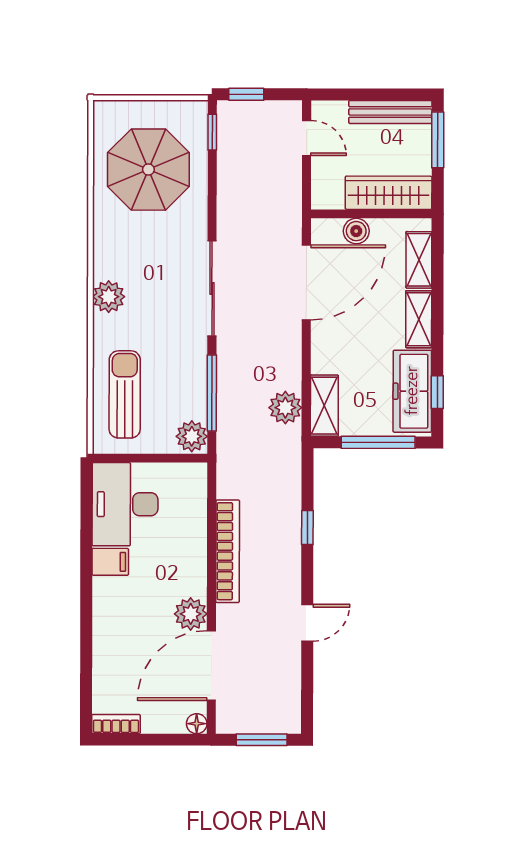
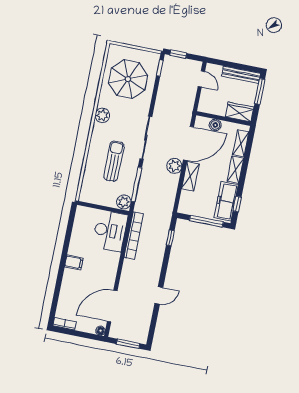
wardrobe: (389, 193) -> (240, 112), width x0.67
plant: (109, 297) -> (102, 115), moved
sun lounger: (125, 394) -> (114, 161), moved
shelving: (324, 406) -> (190, 176), moved
plant: (285, 408) -> (174, 166), moved
desk: (125, 504) -> (110, 231), moved, turned 180
window: (307, 527) -> (170, 238), moved
bookcase: (228, 551) -> (134, 236), moved
filing cabinet: (110, 562) -> (74, 262), moved
plant: (191, 614) -> (108, 281), removed

